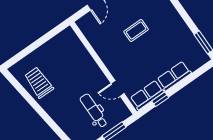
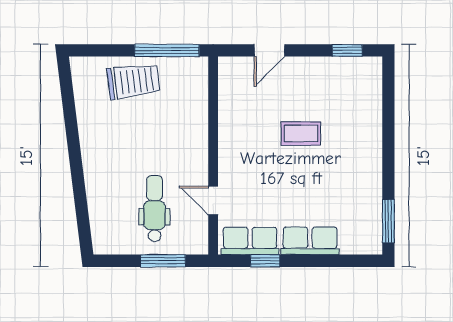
window: (49, 35) -> (167, 50), added
trolley: (39, 82) -> (133, 81), moved, turned 83

